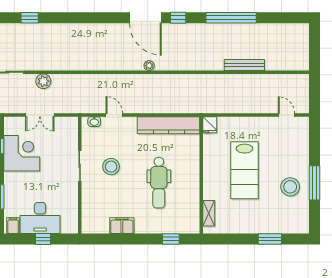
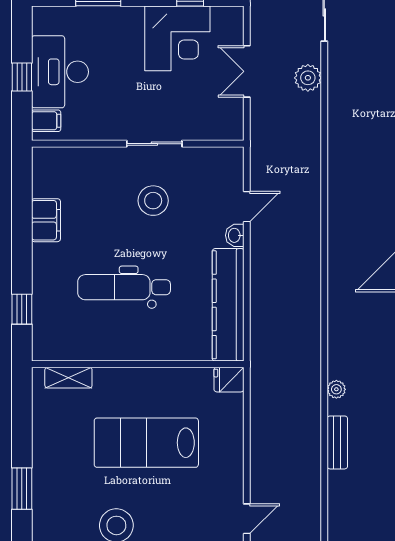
bench: (244, 65) -> (337, 442), width x0.73
plant: (149, 66) -> (336, 389), moved
washbasin: (94, 122) -> (235, 235), moved
filing cabinet: (13, 226) -> (46, 121), moved

